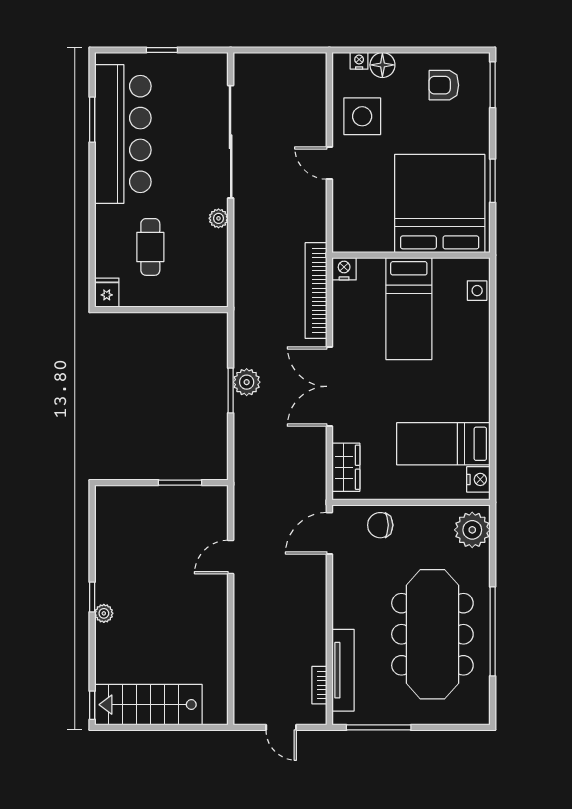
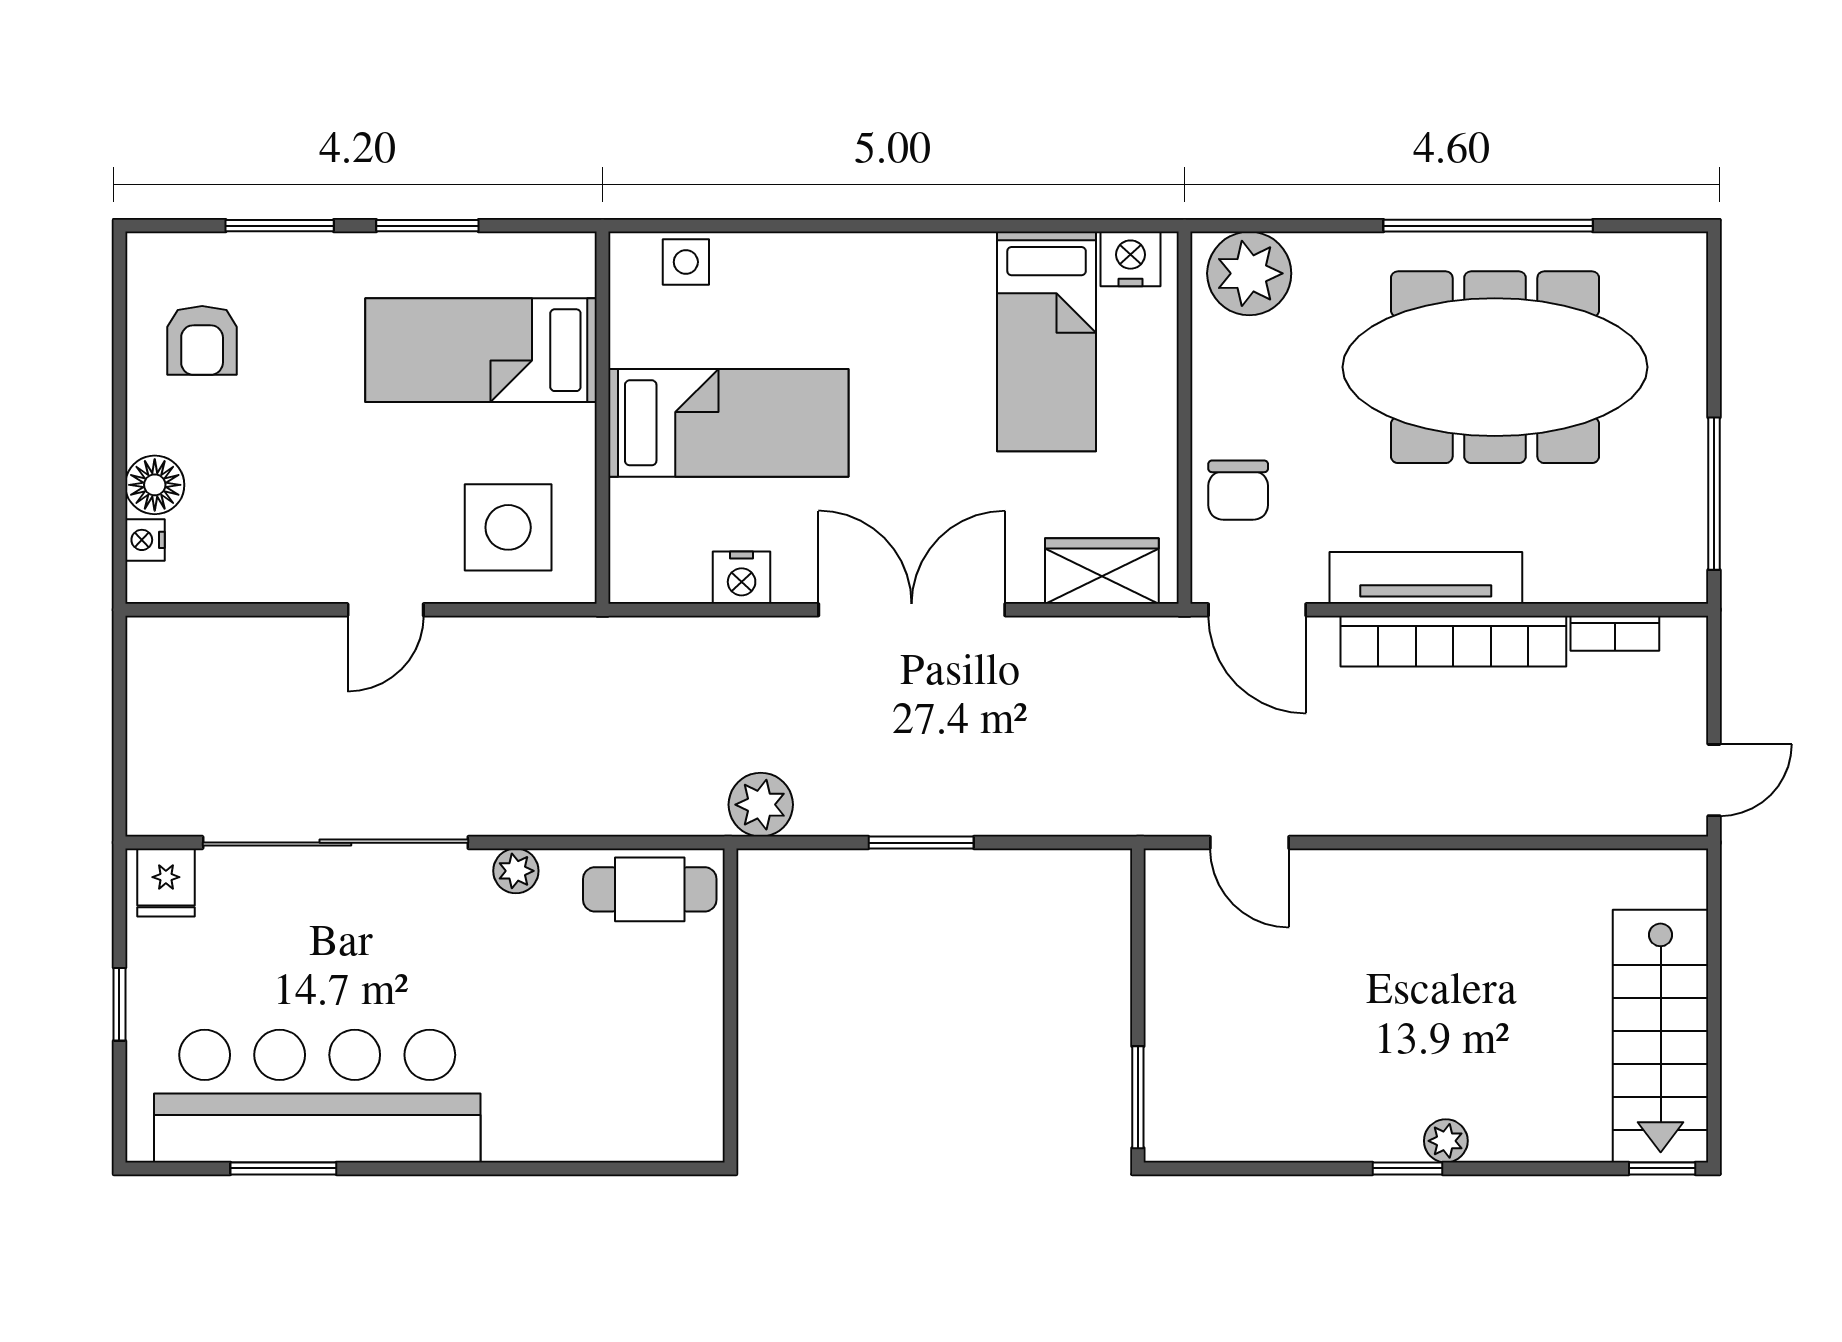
window: (493, 85) -> (280, 226), moved
side table: (362, 116) -> (508, 527), moved
bed: (440, 204) -> (481, 350), width x0.49
cafe table: (150, 247) -> (650, 889), moved
nightstand: (344, 269) -> (742, 578), moved, turned -90
bookcase: (316, 291) -> (1453, 641), moved
fridge: (107, 293) -> (166, 882), moved, turned -90
plant: (247, 382) -> (761, 805), moved
double door: (329, 386) -> (912, 610), swing flipped
window: (180, 483) -> (1138, 1097), moved
door: (231, 557) -> (1250, 843), moved
tv unit: (343, 670) -> (1426, 578), moved
door: (281, 727) -> (1714, 780), moved

